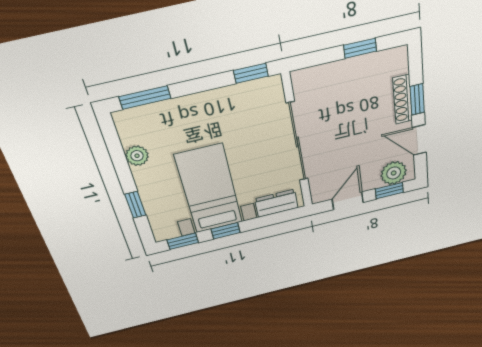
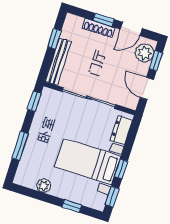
bench: (329, 73) -> (58, 61), added
window: (145, 98) -> (20, 146), moved

